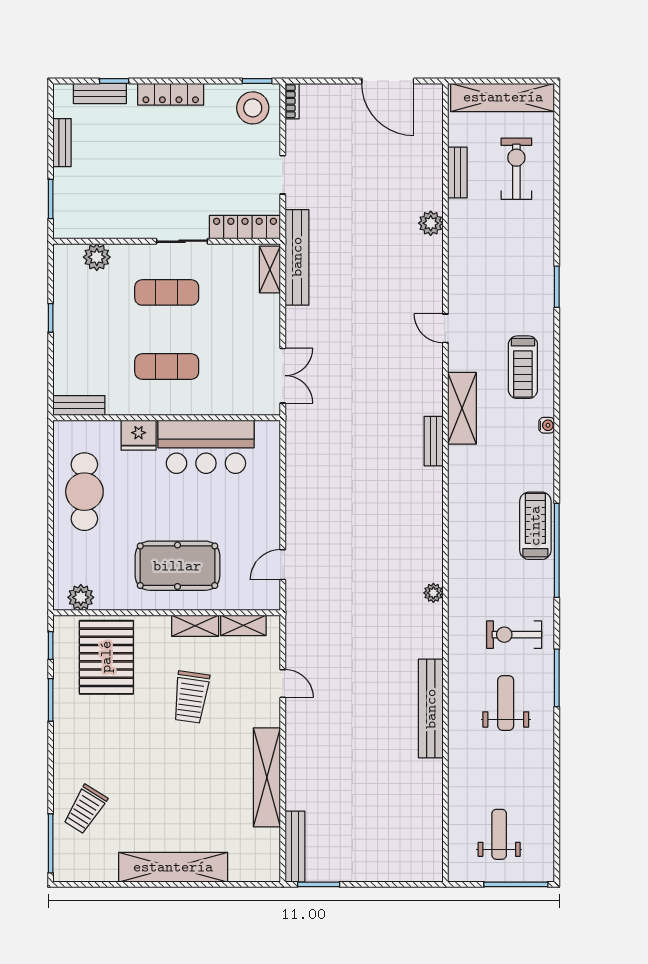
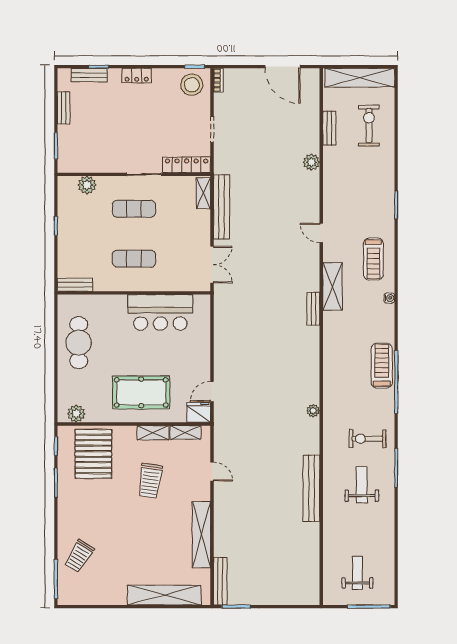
locker: (171, 94) -> (137, 76), width x0.66
bench: (297, 257) -> (222, 207), moved
fridge: (139, 435) -> (199, 412), moved, turned 180
shelving: (173, 867) -> (164, 595), moved

